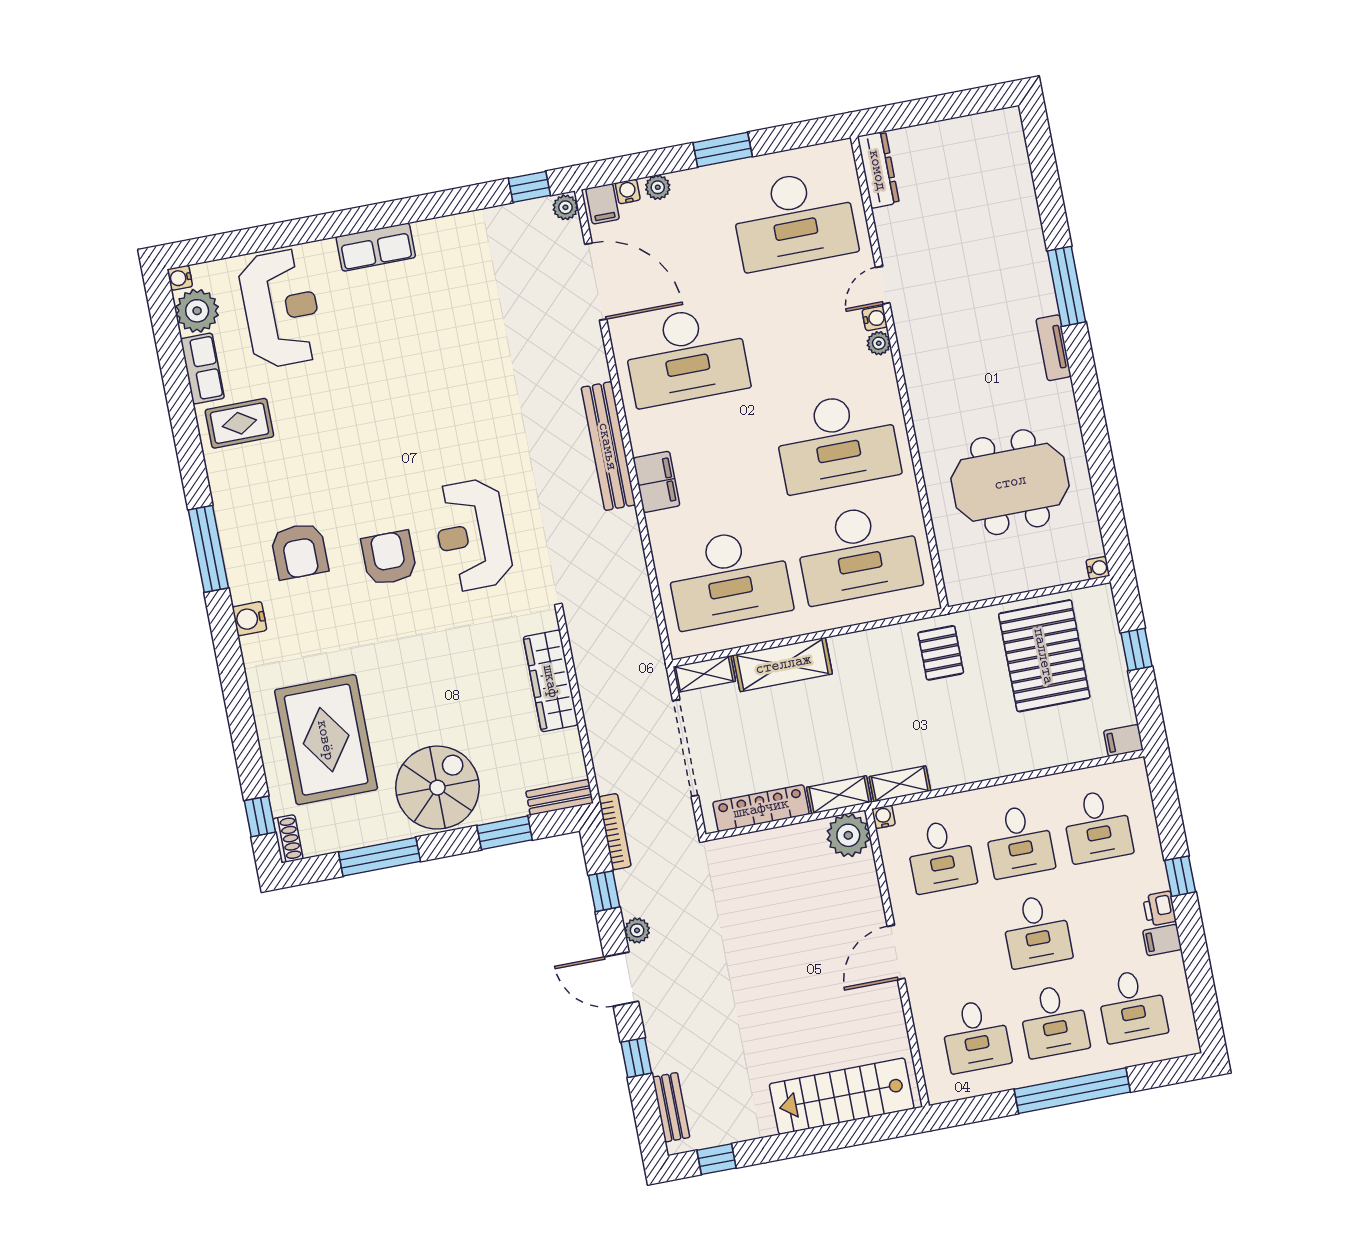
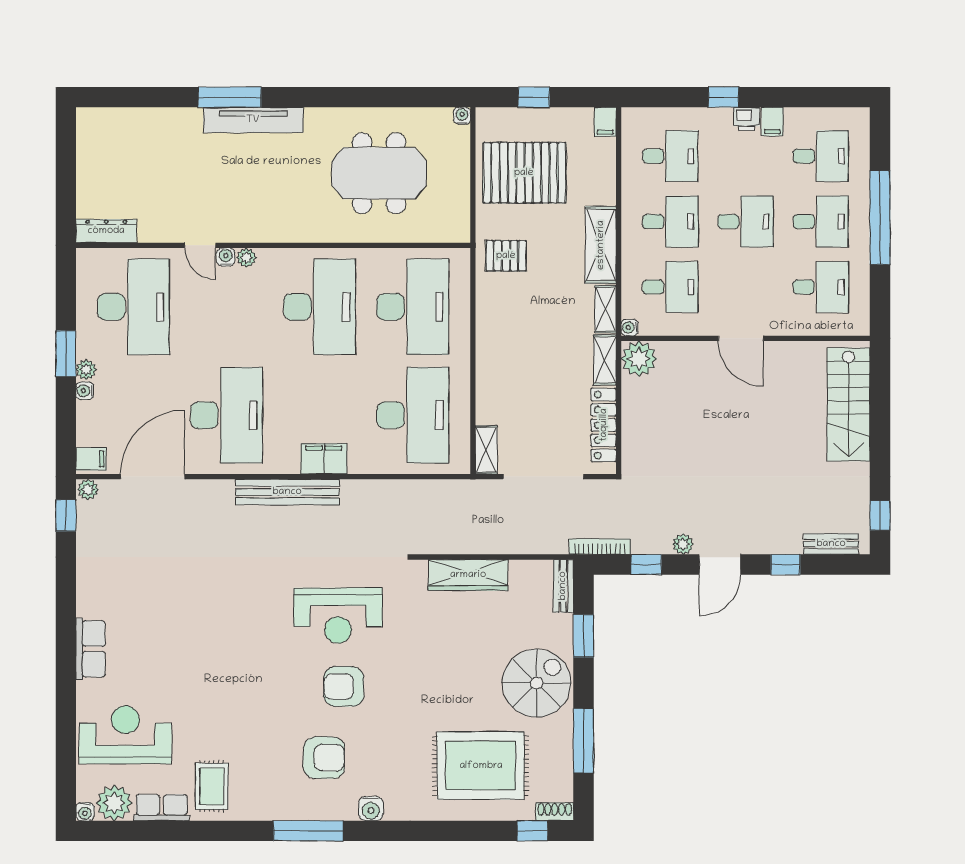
plant: (658, 187) -> (86, 370), moved
water cooler: (628, 191) -> (85, 391), moved
tv unit: (1054, 348) -> (253, 120), width x1.92, depth x1.29
meeting table: (1010, 482) -> (379, 173), turned 90
shelving: (783, 664) -> (601, 245), moved
spiral stairs: (437, 788) -> (537, 683), turned 90

